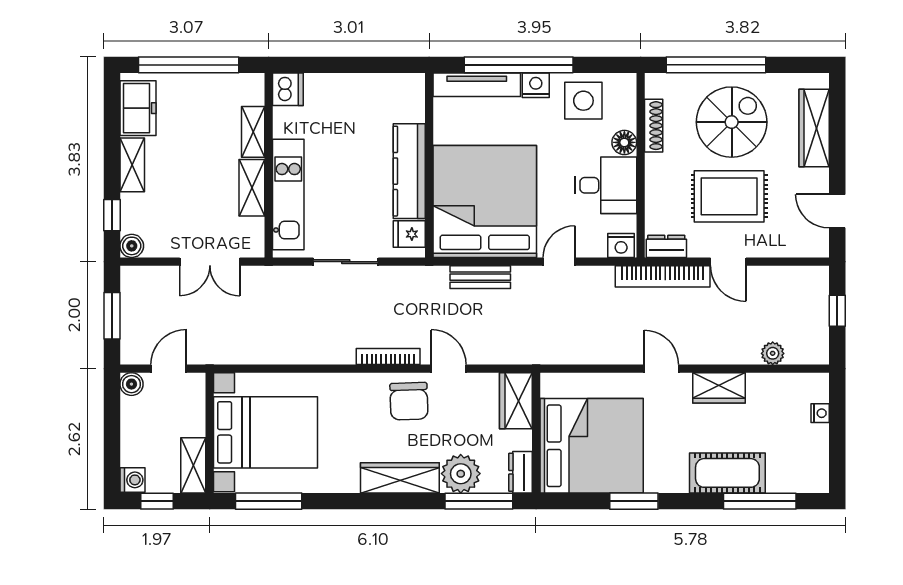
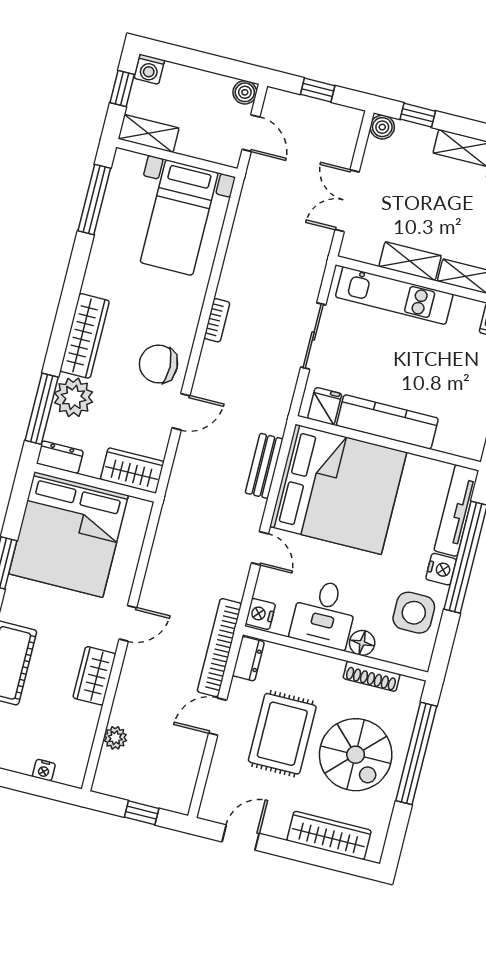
window: (112, 316) -> (318, 90), width x0.67
bookcase: (388, 356) -> (217, 320), moved, width x0.64
bed with nightstands: (266, 432) -> (179, 218), width x0.73

